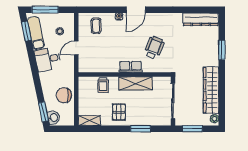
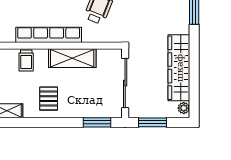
row of seats: (131, 67) -> (49, 35), width x2.02
window: (141, 129) -> (97, 122), moved

